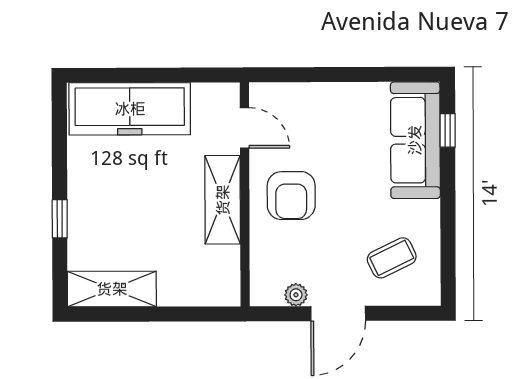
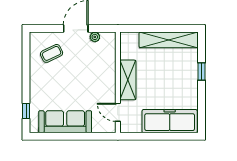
sofa: (415, 140) -> (65, 122), moved, turned -90
armchair: (291, 196) -> (97, 82), removed
shelving: (112, 289) -> (169, 40), width x1.47

